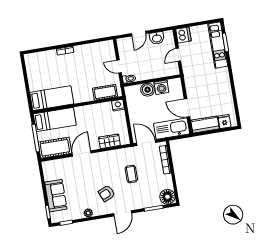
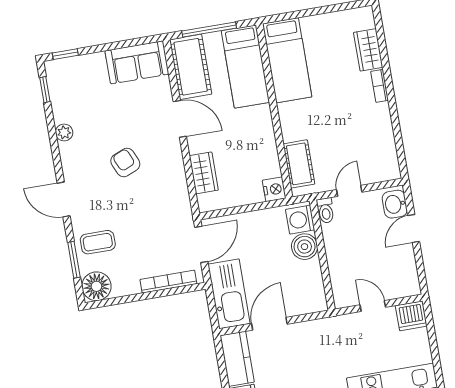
door: (139, 34) -> (414, 228), hinge flipped
washbasin: (157, 38) -> (395, 204), moved
wardrobe: (47, 56) -> (368, 50), added
washing machine: (161, 87) -> (300, 220), moved
coffee table: (131, 174) -> (98, 242), moved
armchair: (107, 193) -> (125, 163), moved
sofa: (56, 196) -> (137, 62), moved

